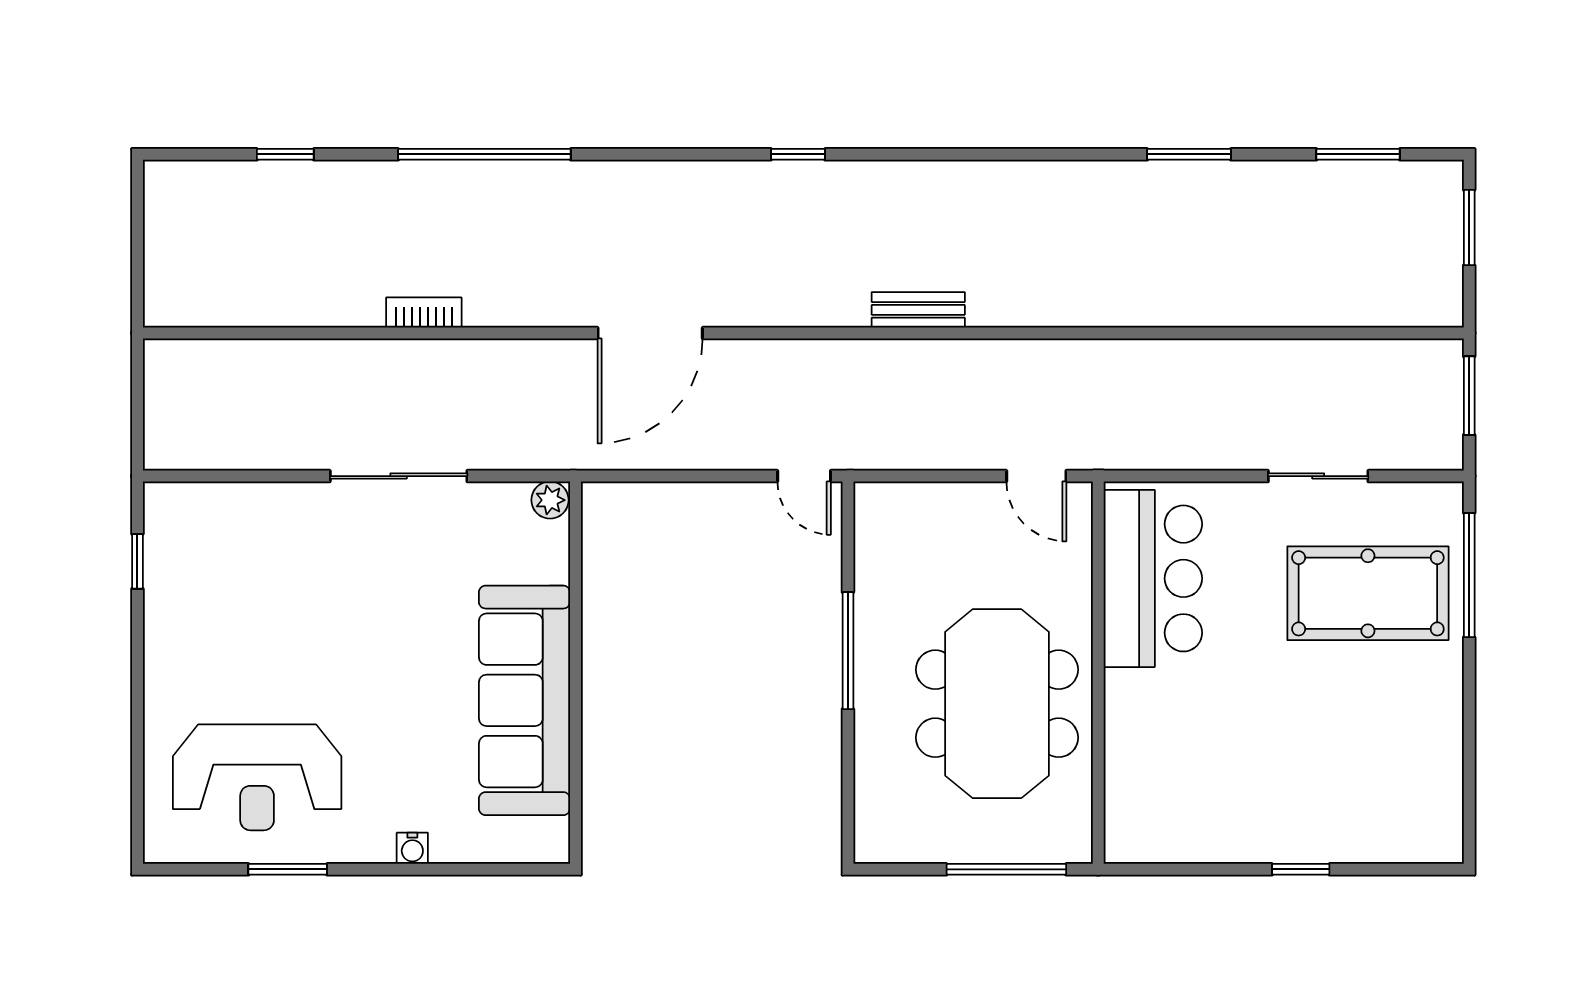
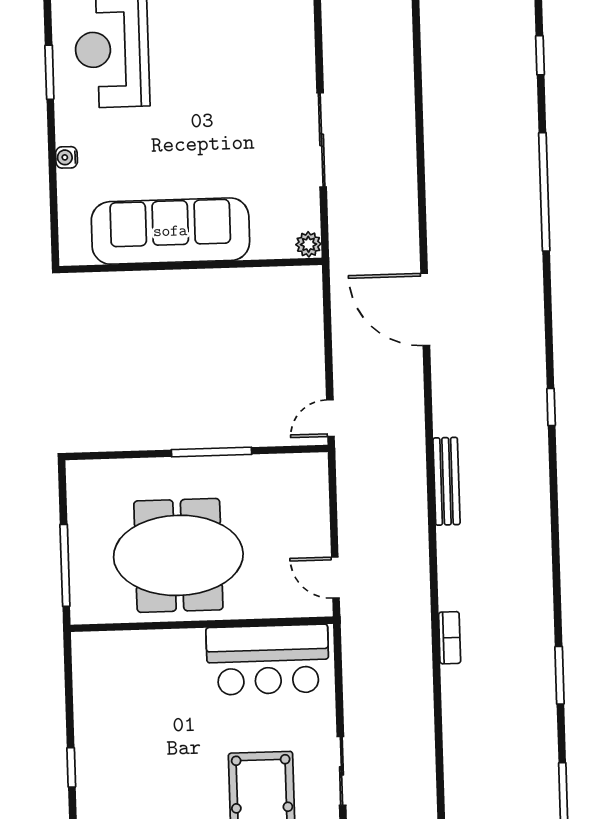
bench: (918, 310) -> (447, 481), width x1.36
bookcase: (424, 313) -> (450, 638), moved
door: (1036, 476) -> (335, 577), hinge flipped

